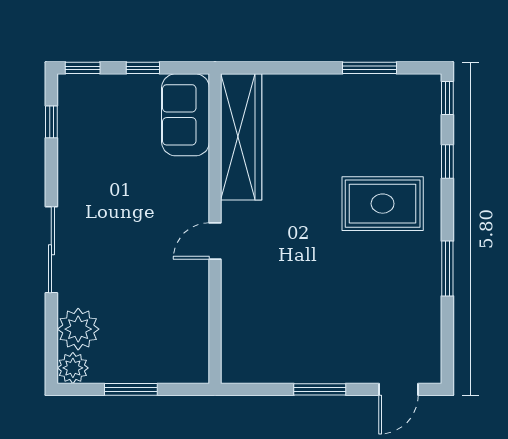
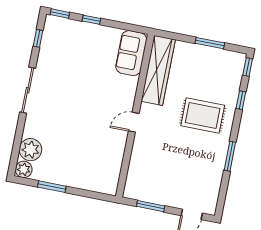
sofa: (185, 115) -> (131, 53), moved
wardrobe: (241, 137) -> (158, 70), moved
wall: (215, 229) -> (135, 116), moved
door: (215, 241) -> (134, 122), moved
sliding door: (51, 250) -> (28, 90), moved

